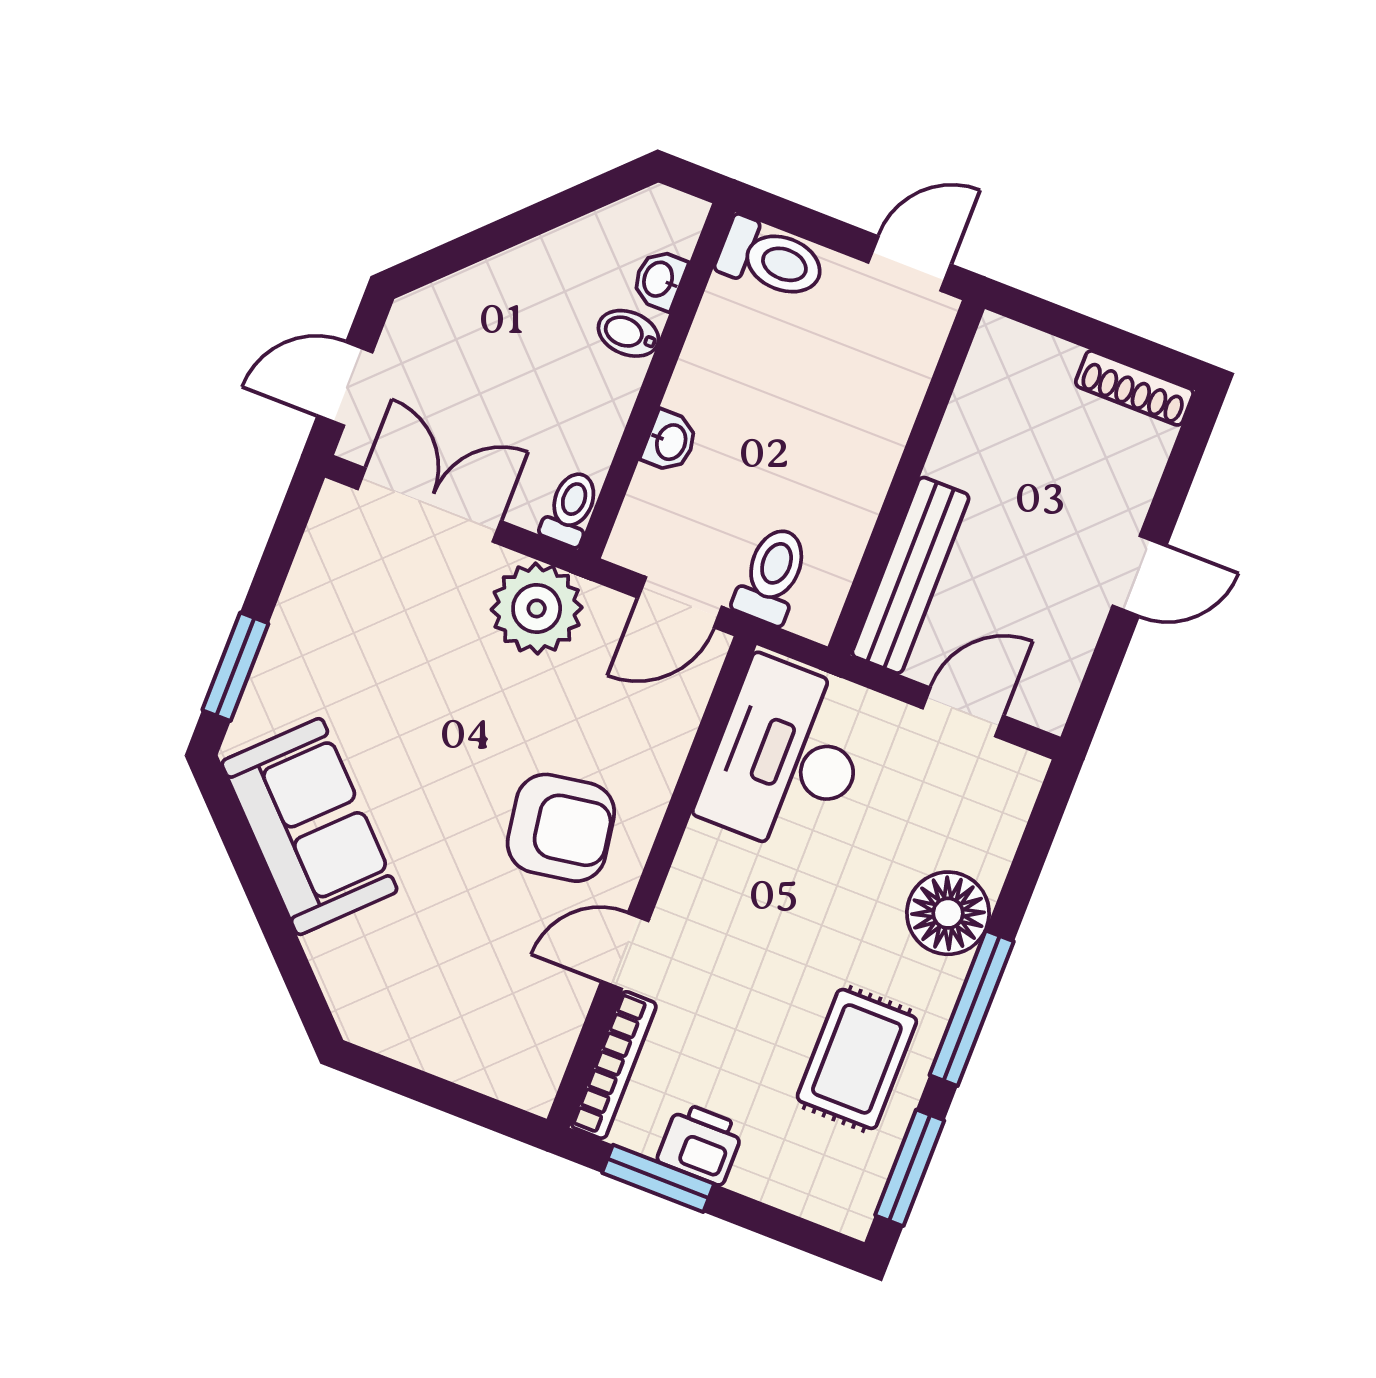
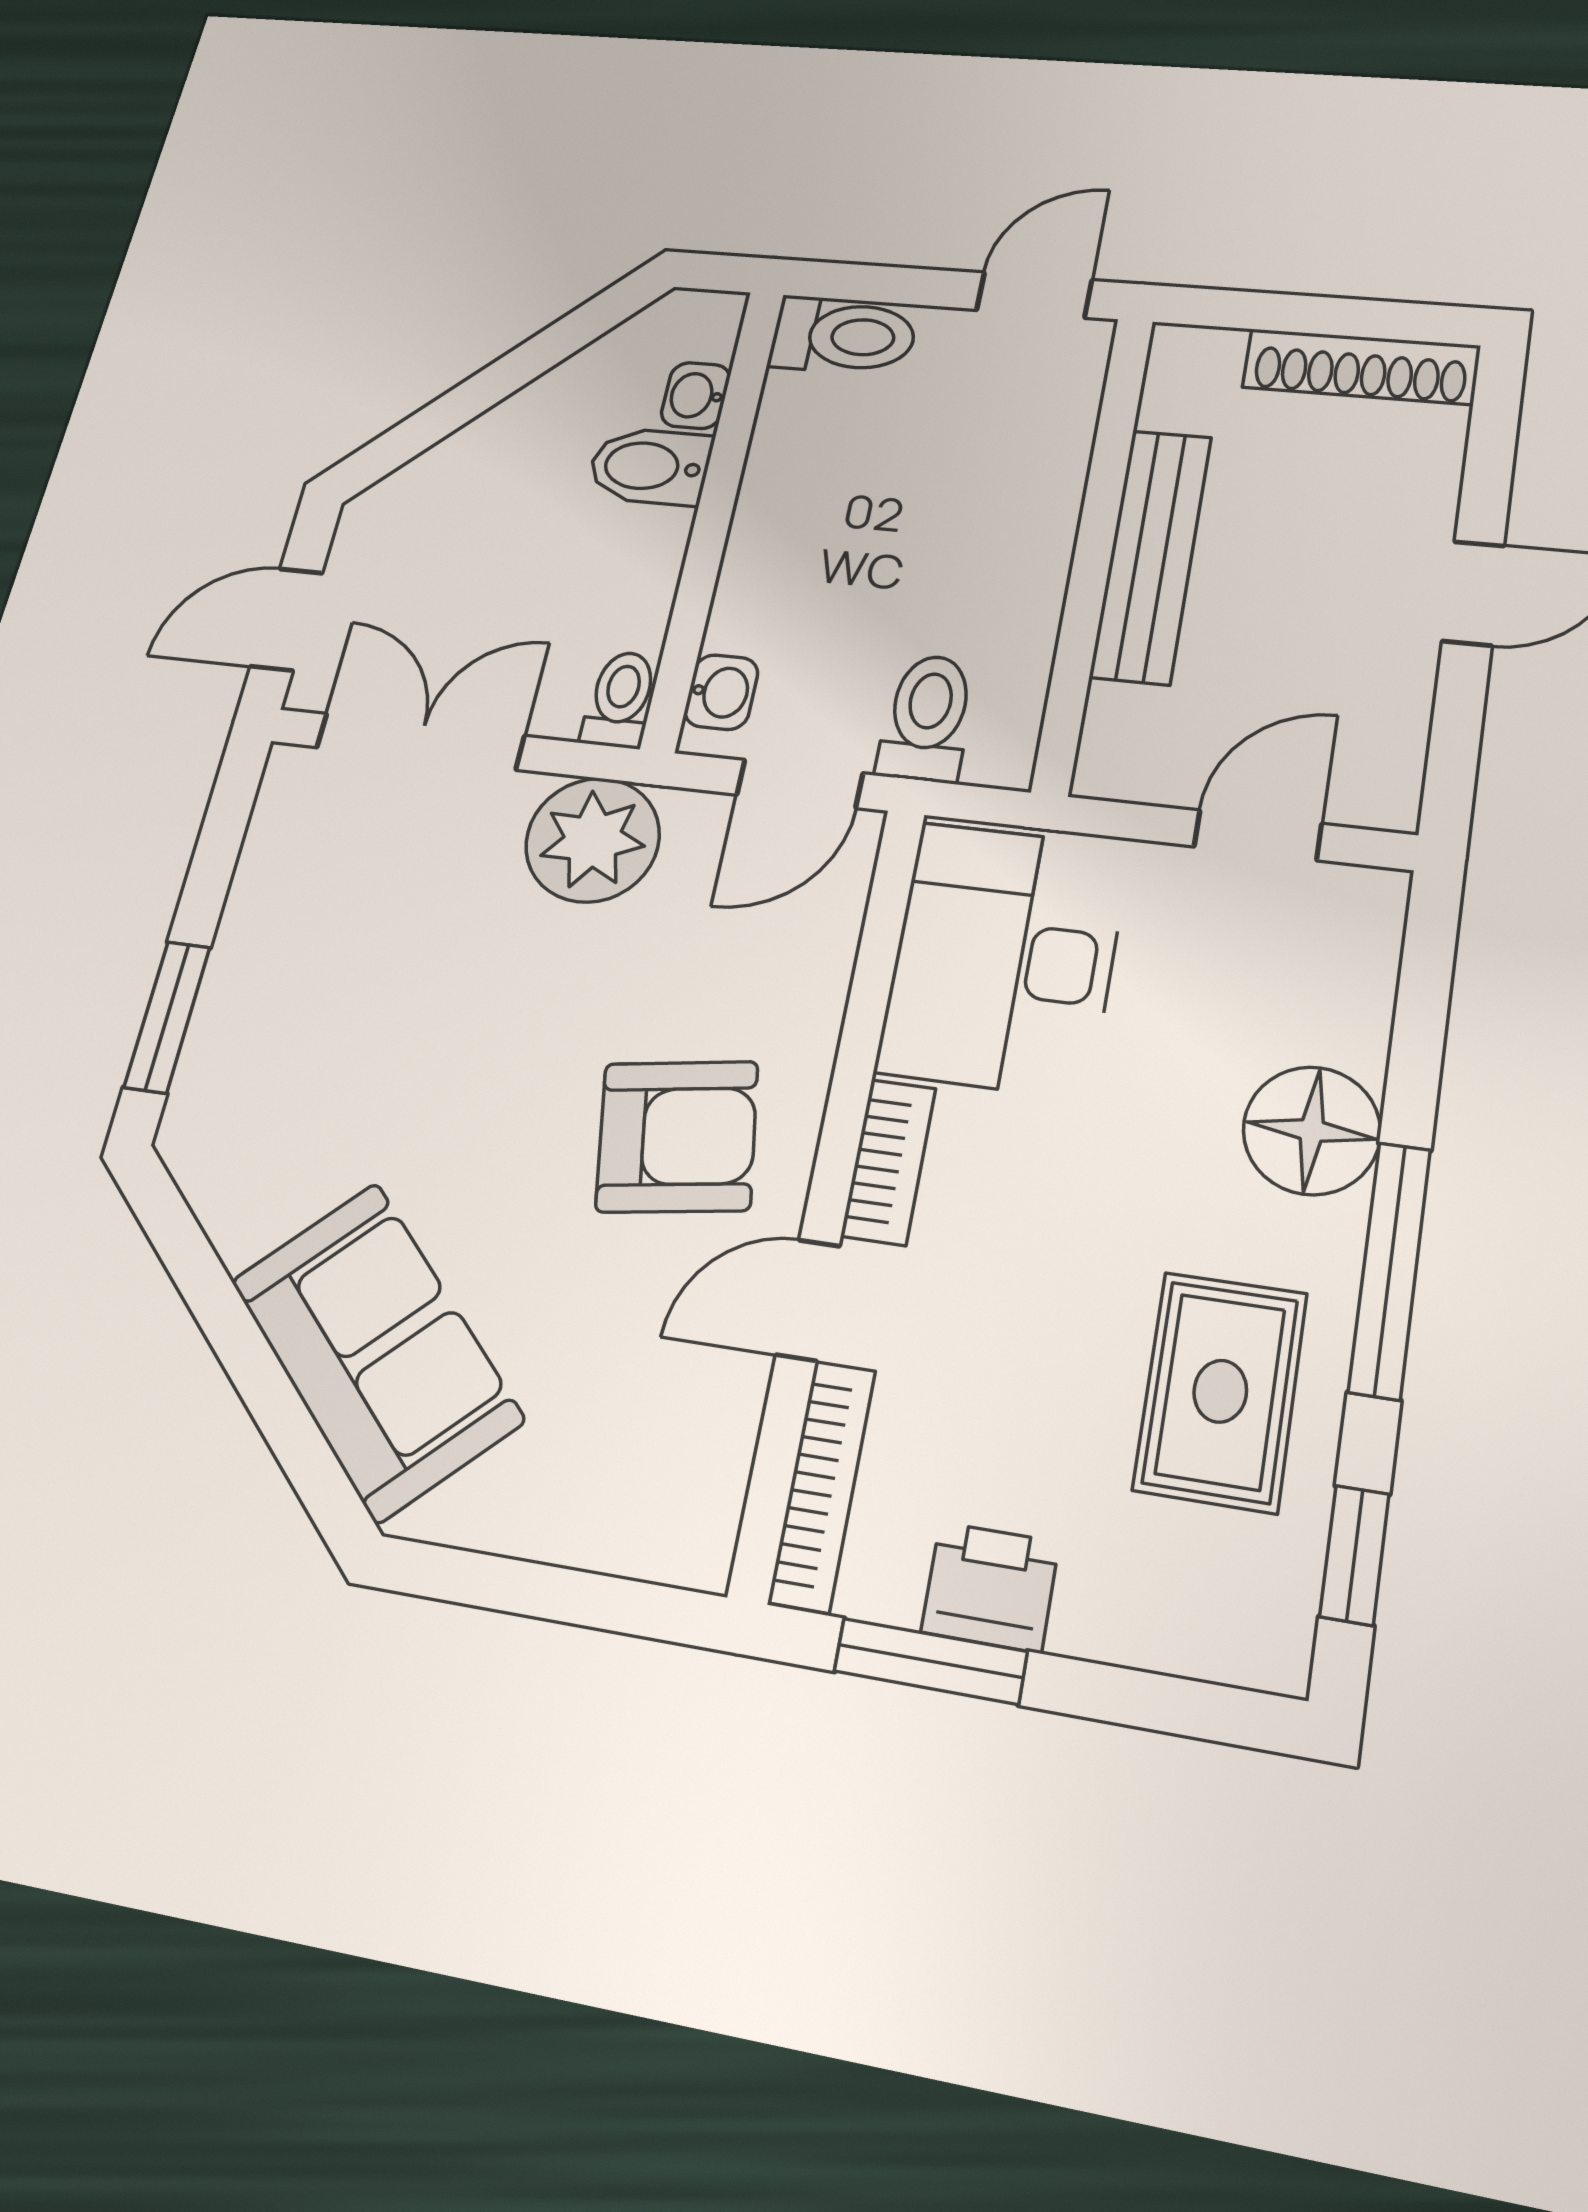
bidet: (628, 333) -> (650, 466), width x1.38, depth x1.36
shoe rack: (1134, 388) -> (1361, 367), width x1.36, depth x1.24
washbasin: (670, 442) -> (721, 692), moved
bench: (910, 575) -> (1151, 556), moved
sofa: (309, 827) -> (376, 1350), moved
bookcase: (690, 875) -> (888, 1162), added
window: (910, 1168) -> (1355, 1555), width x0.67

